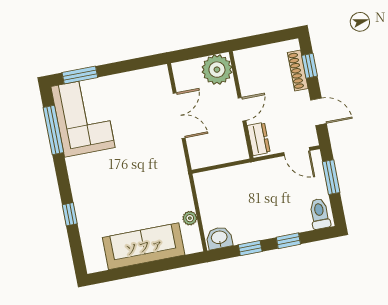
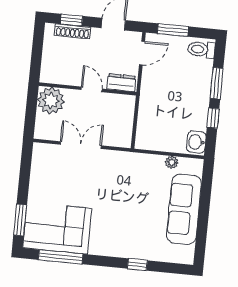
window: (288, 241) -> (217, 83), width x1.50

